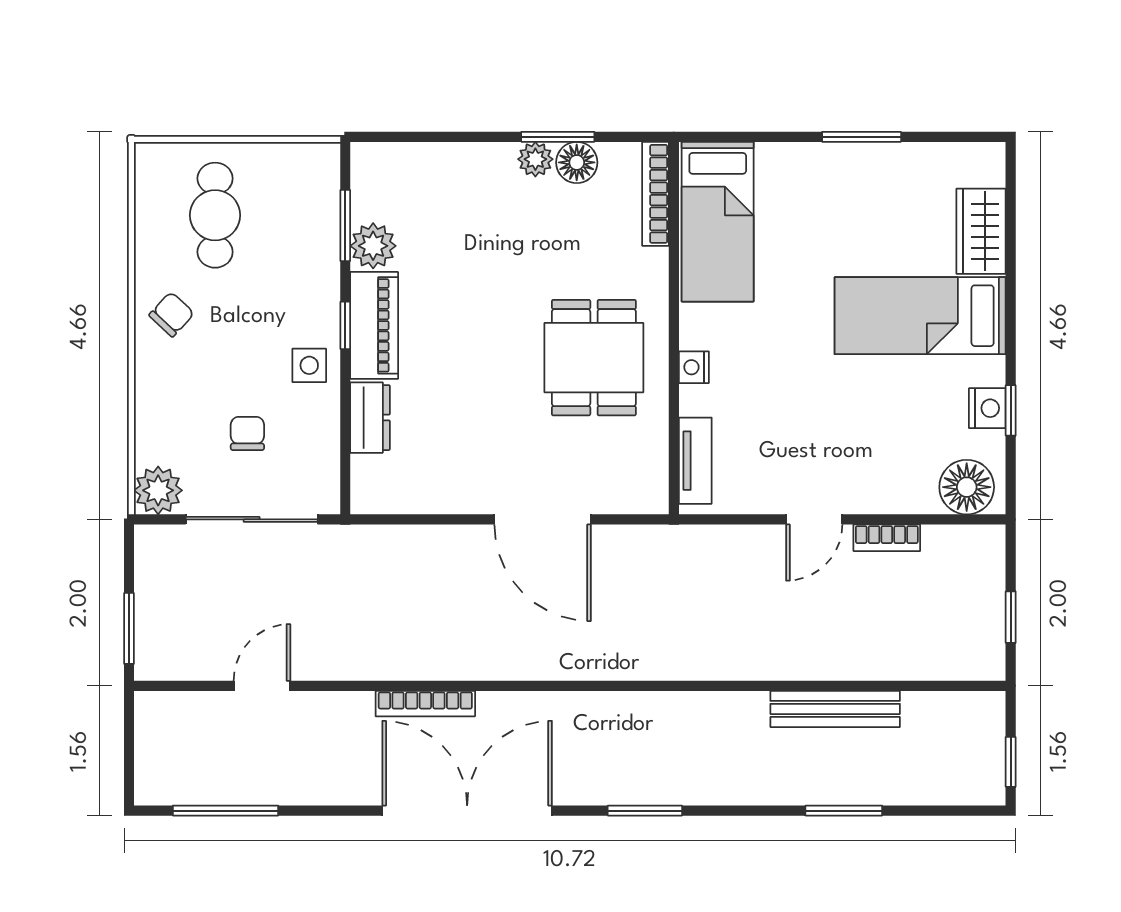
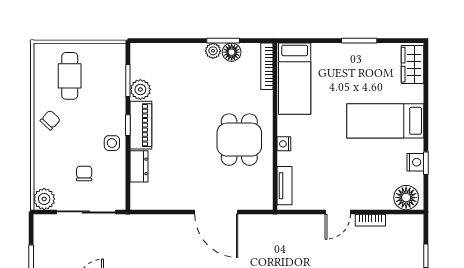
wardrobe: (981, 231) -> (413, 65), moved

